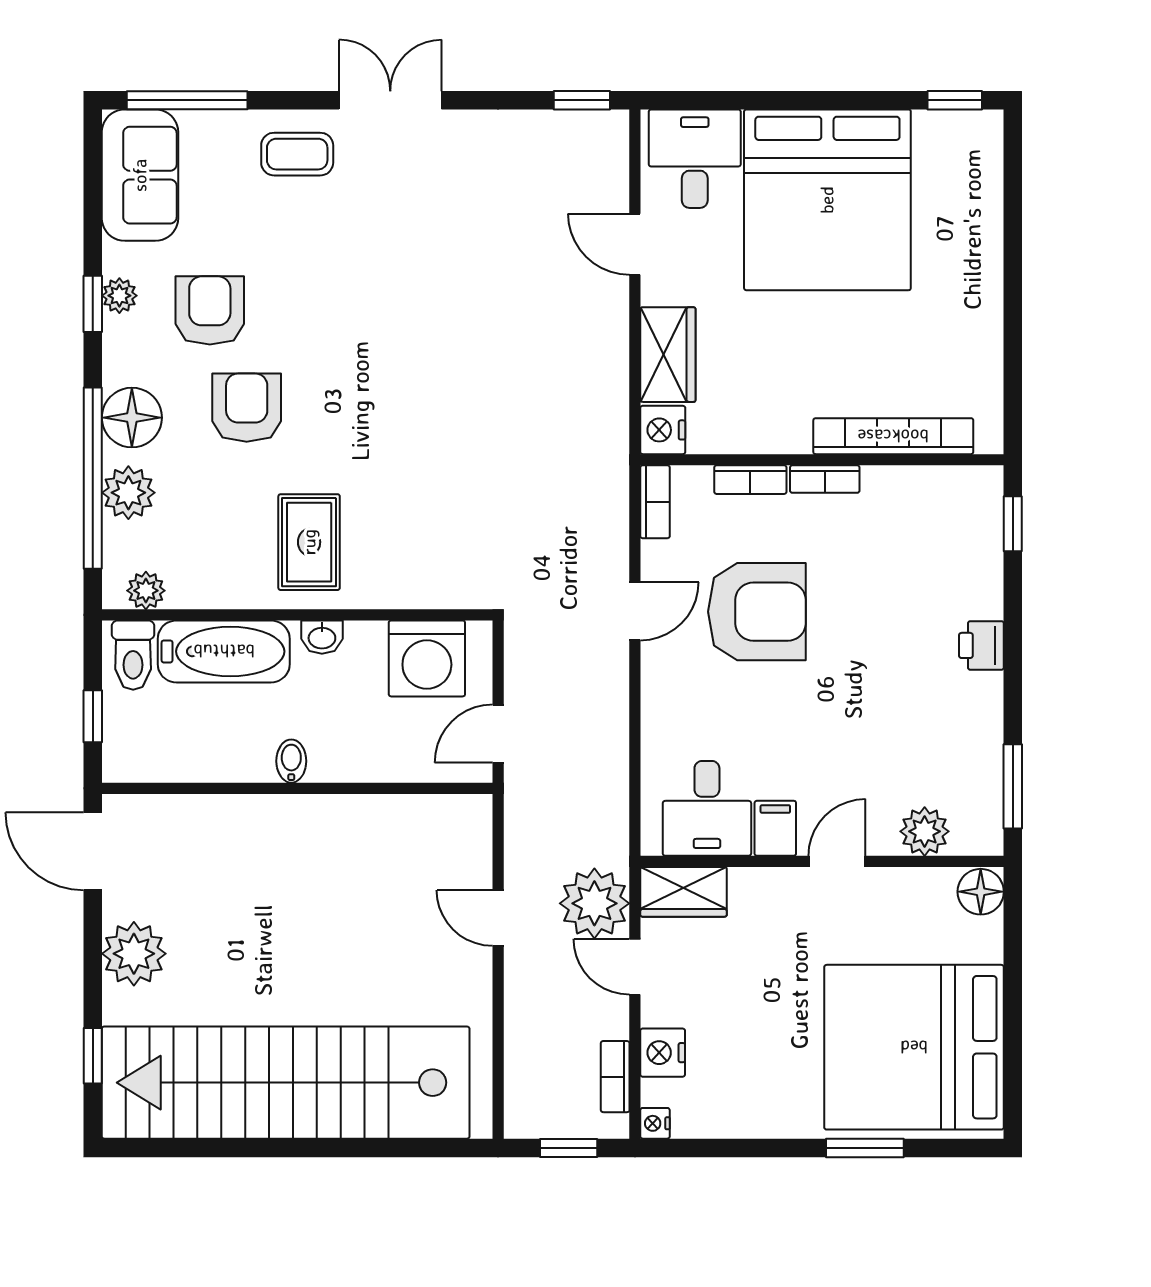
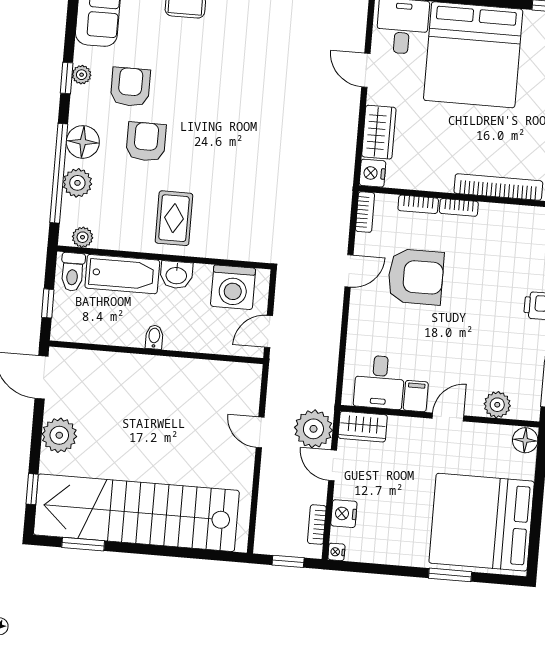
washbasin: (322, 637) -> (176, 275), width x1.38, depth x1.45
window: (194, 1148) -> (83, 544), added

